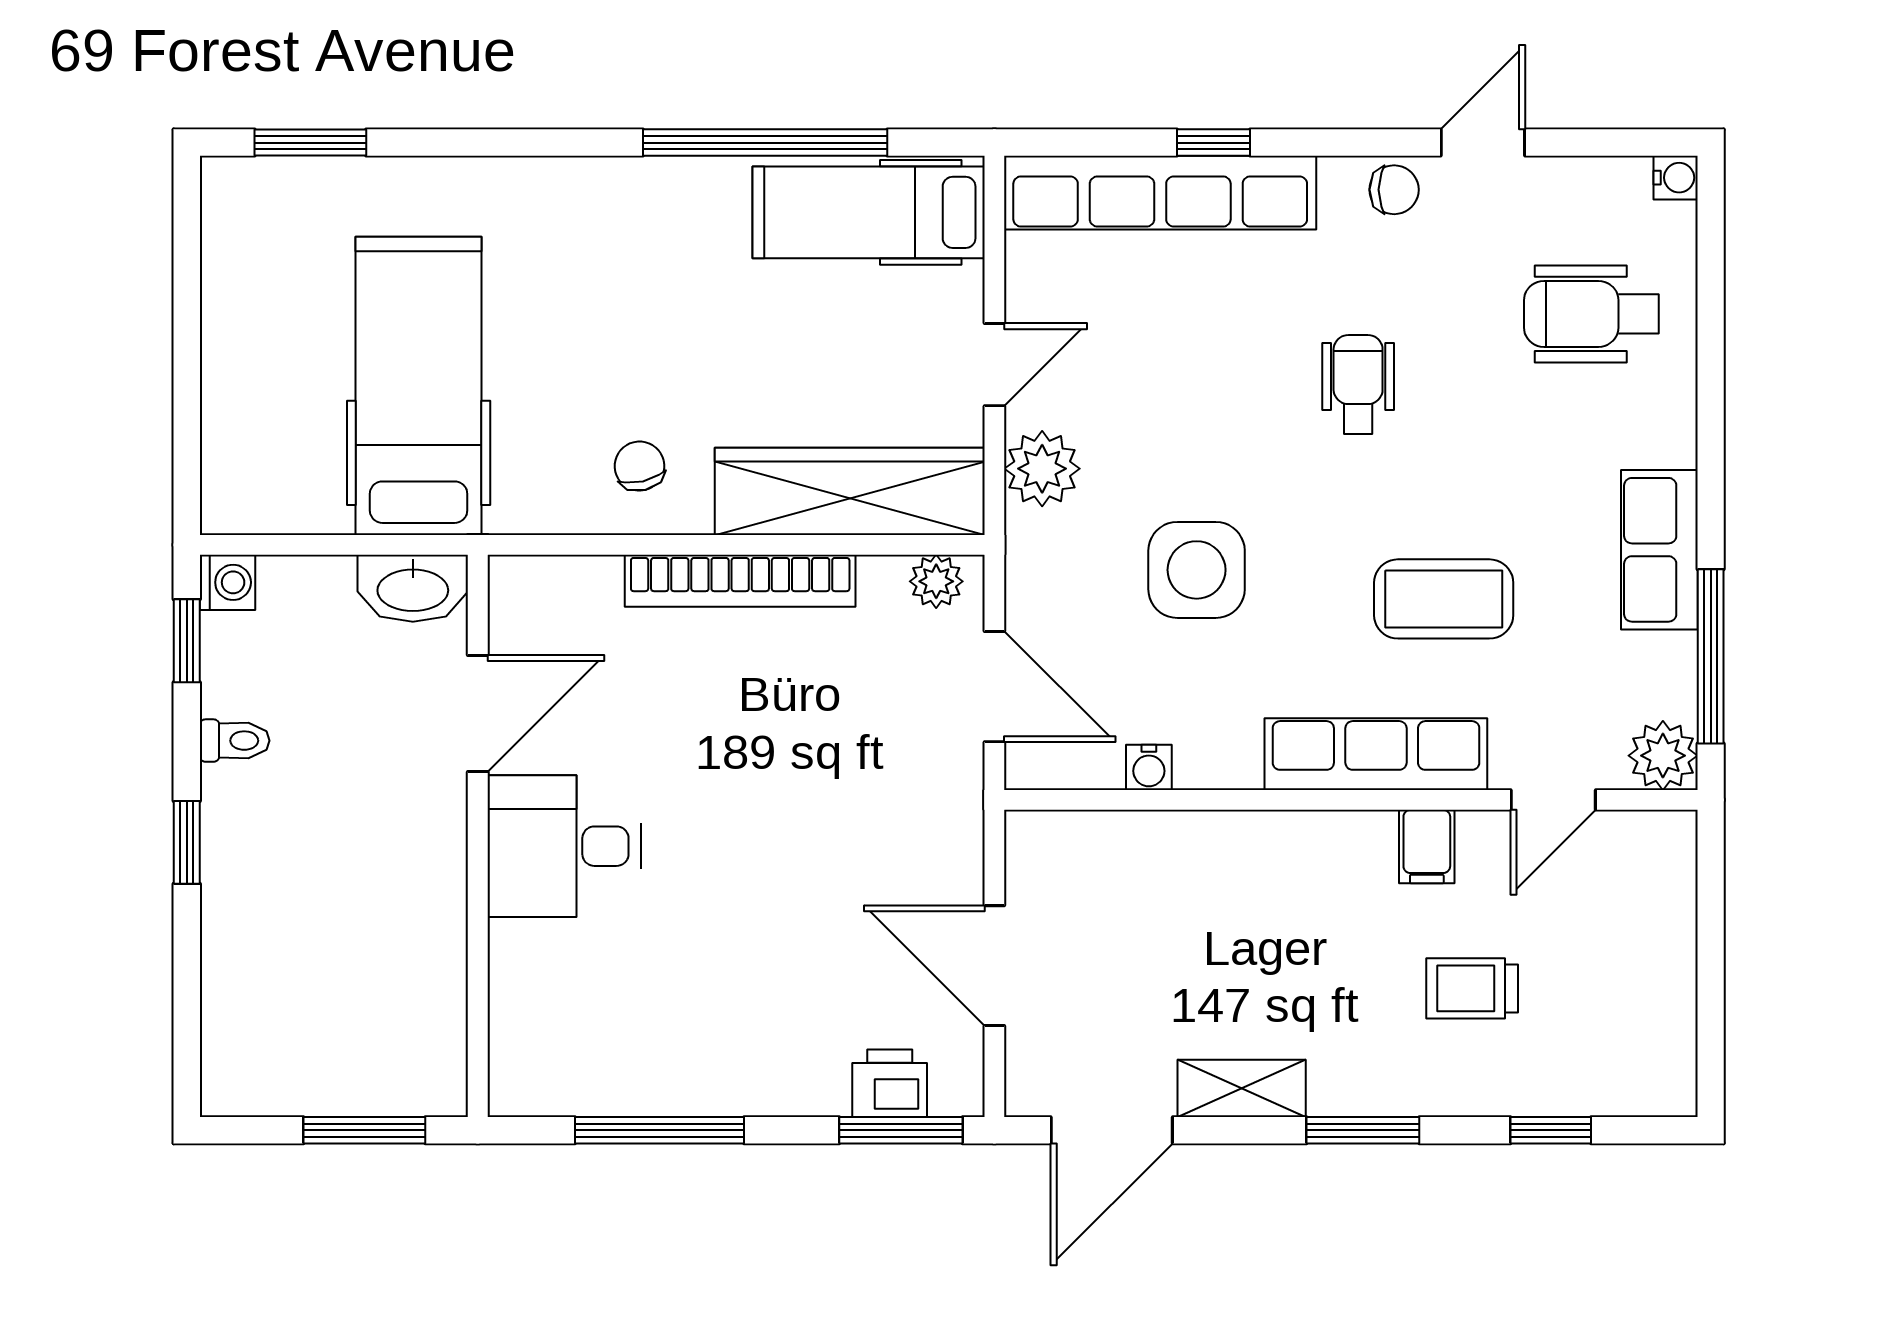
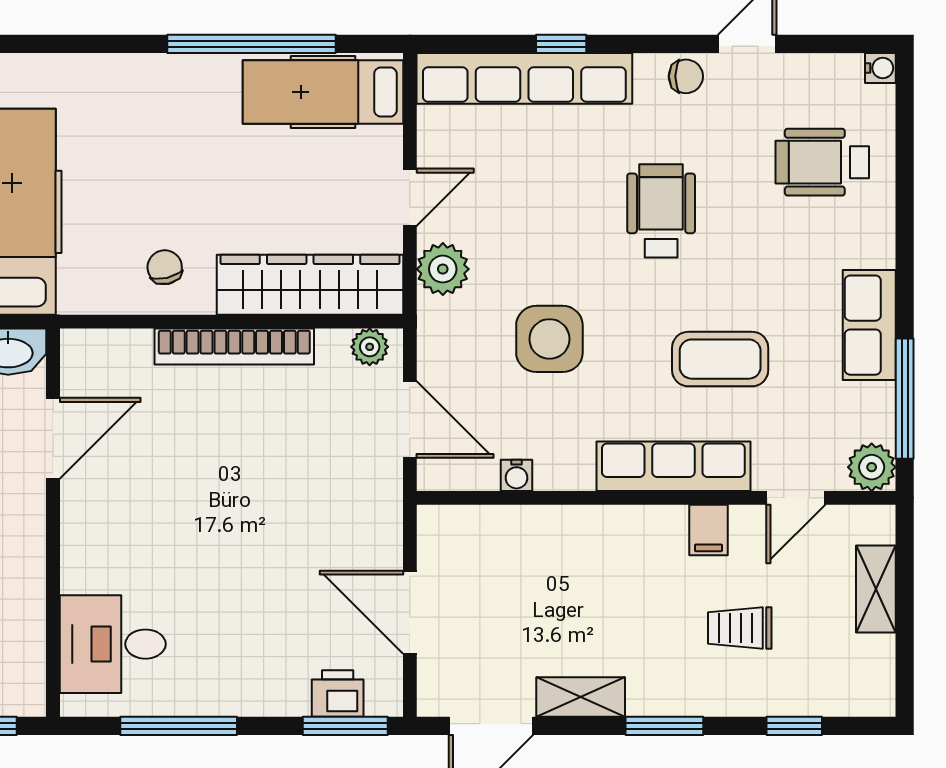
wheelchair: (1358, 384) -> (661, 211), width x1.36, depth x1.37
desk: (564, 846) -> (113, 644), moved
shelving: (1669, 932) -> (876, 589), added

